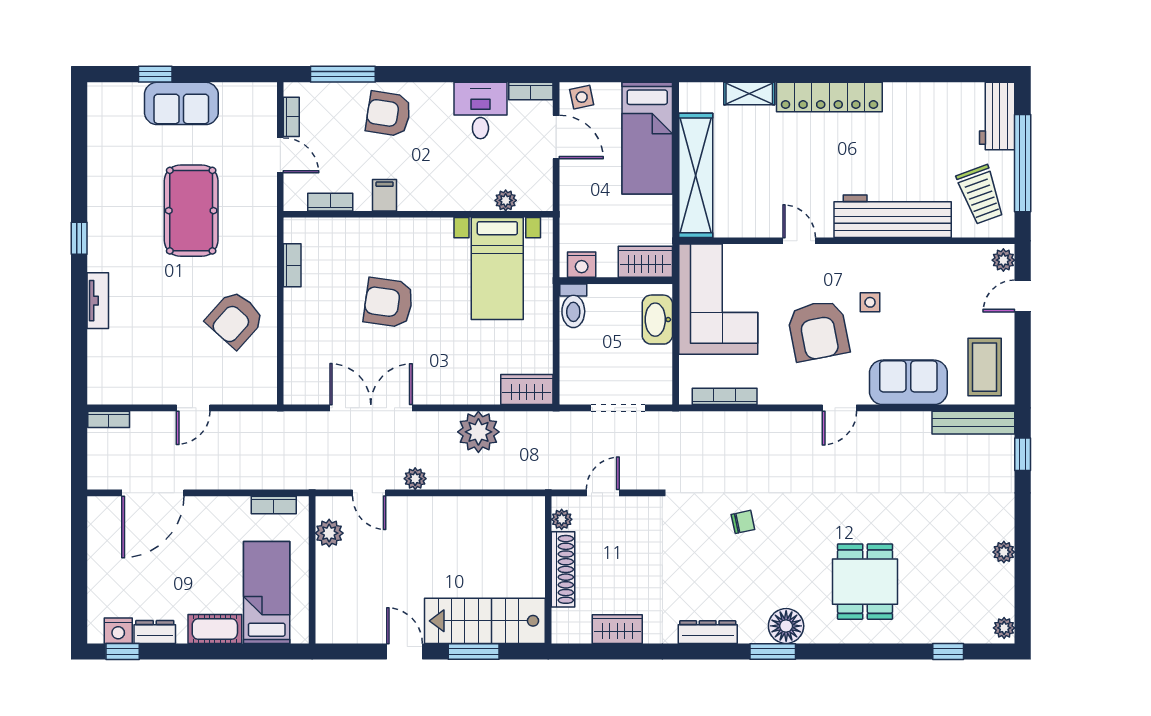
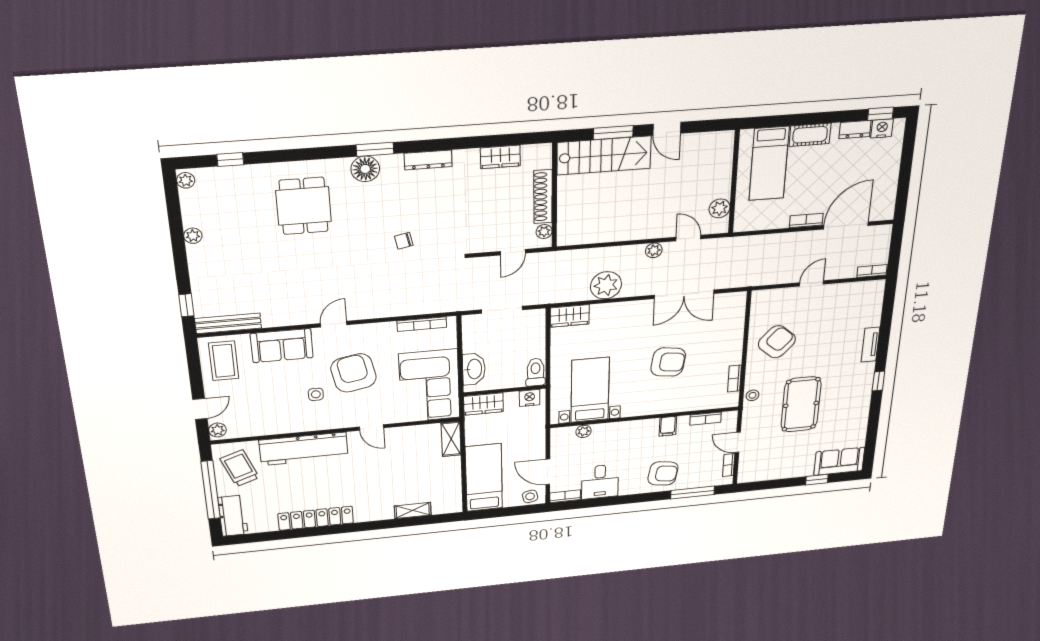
locker: (829, 97) -> (316, 518), moved
sofa: (181, 103) -> (839, 461), moved
shelving: (696, 175) -> (451, 439), width x0.45, depth x0.75
stool: (264, 234) -> (753, 395), added
bookcase: (274, 505) -> (806, 221), moved

